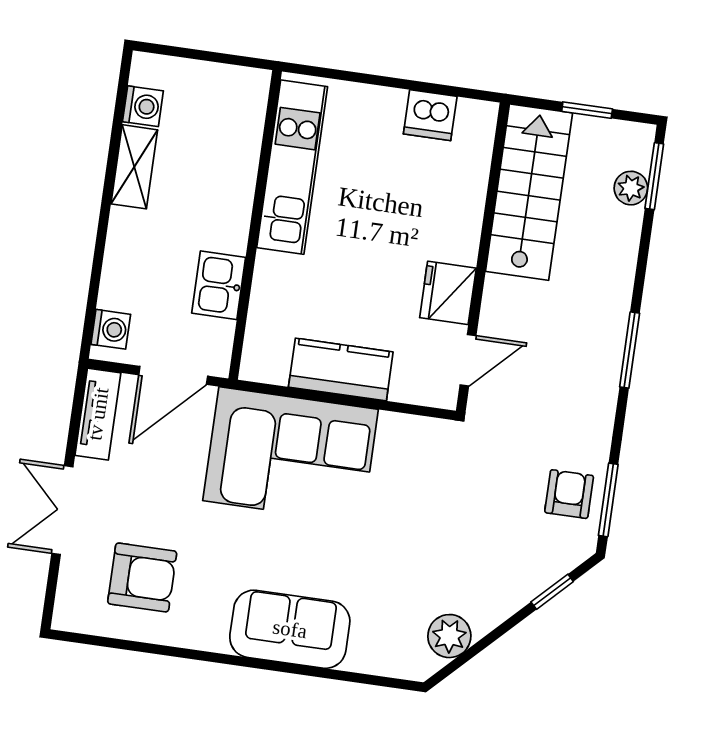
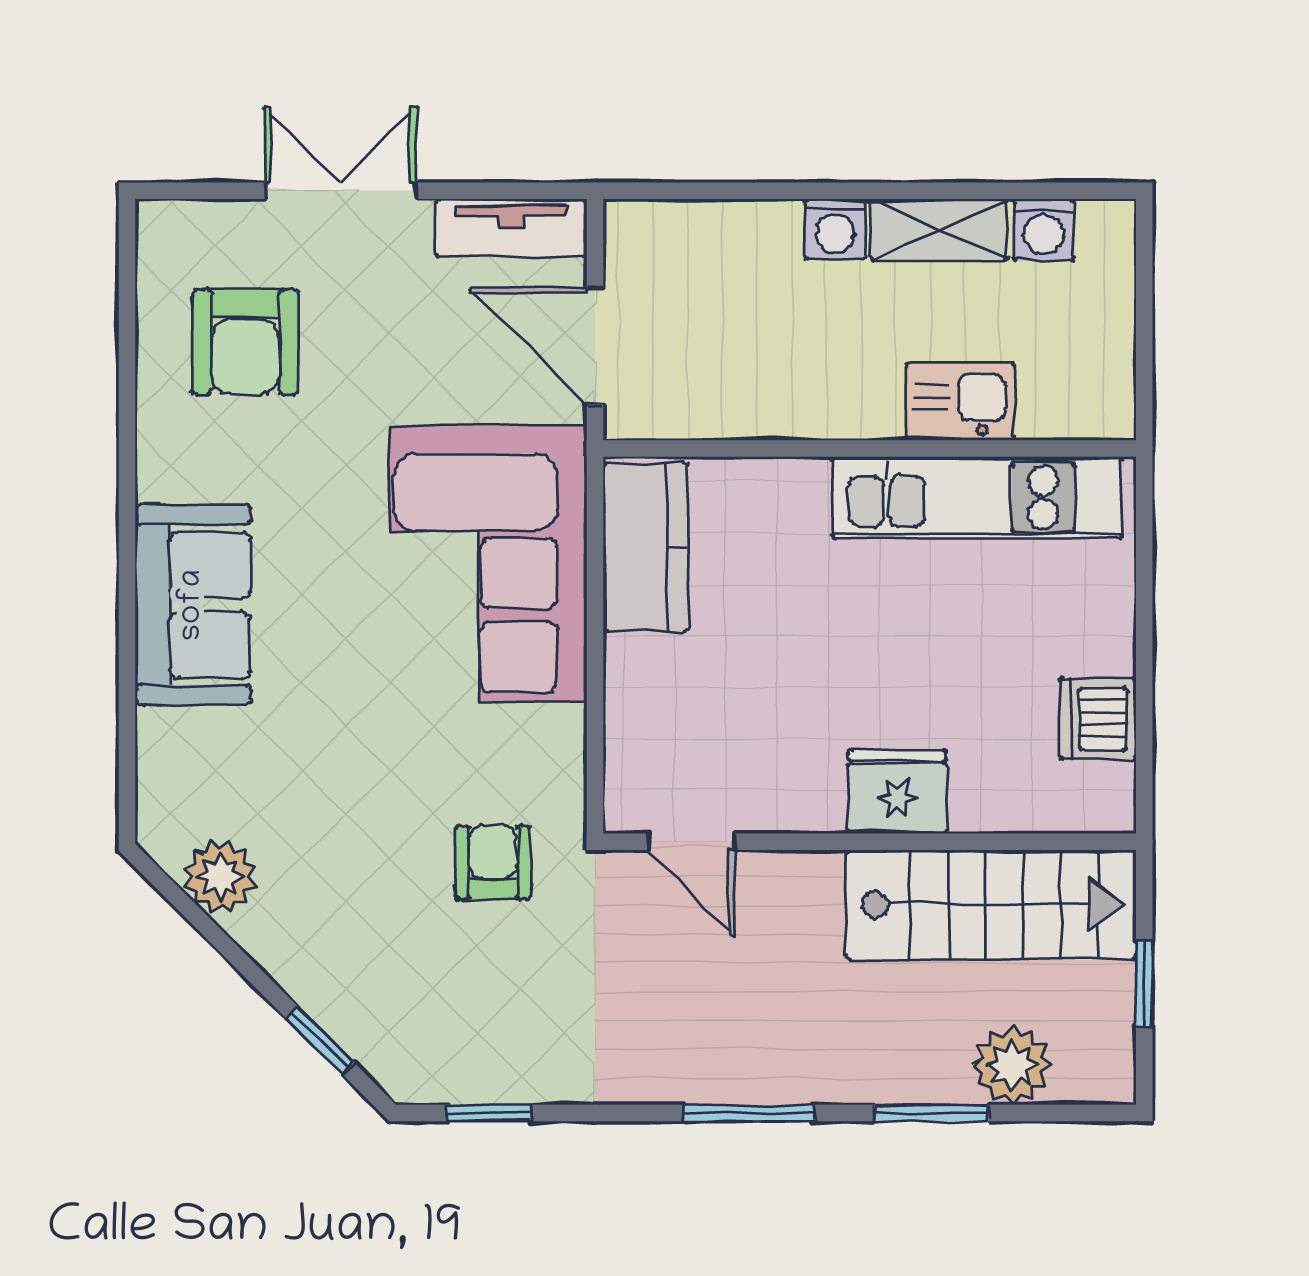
window: (654, 176) -> (931, 1113), moved
plant: (631, 188) -> (1012, 1066), width x1.38, depth x1.38
kitchen sink: (219, 285) -> (961, 401), moved
fridge: (448, 293) -> (897, 792), moved
washing machine: (111, 329) -> (835, 229), moved
kitchen counter: (341, 369) -> (645, 547), moved
armchair: (569, 494) -> (493, 863), moved, turned -90
window: (608, 500) -> (489, 1113), width x0.67

